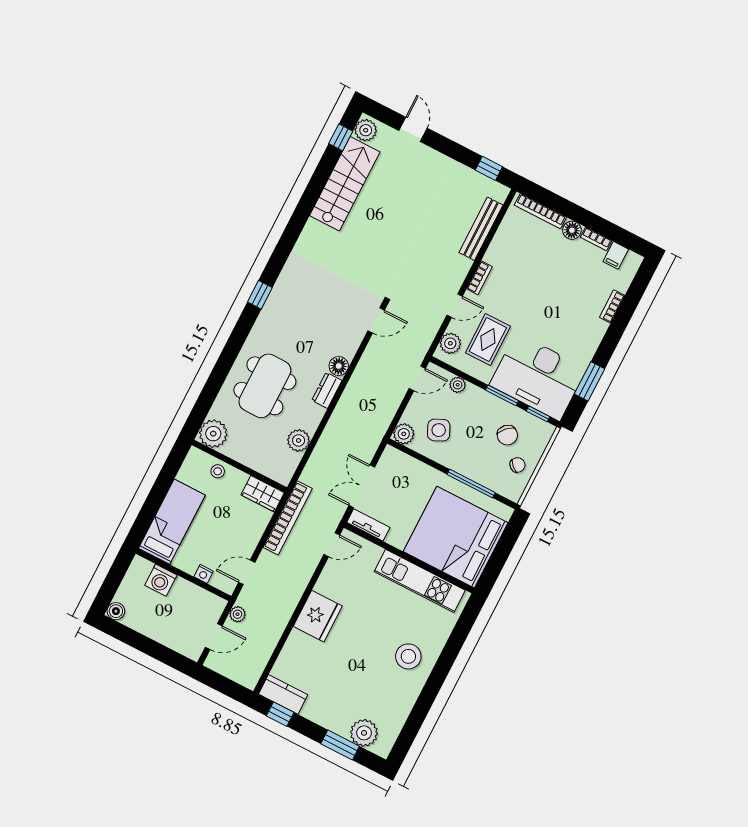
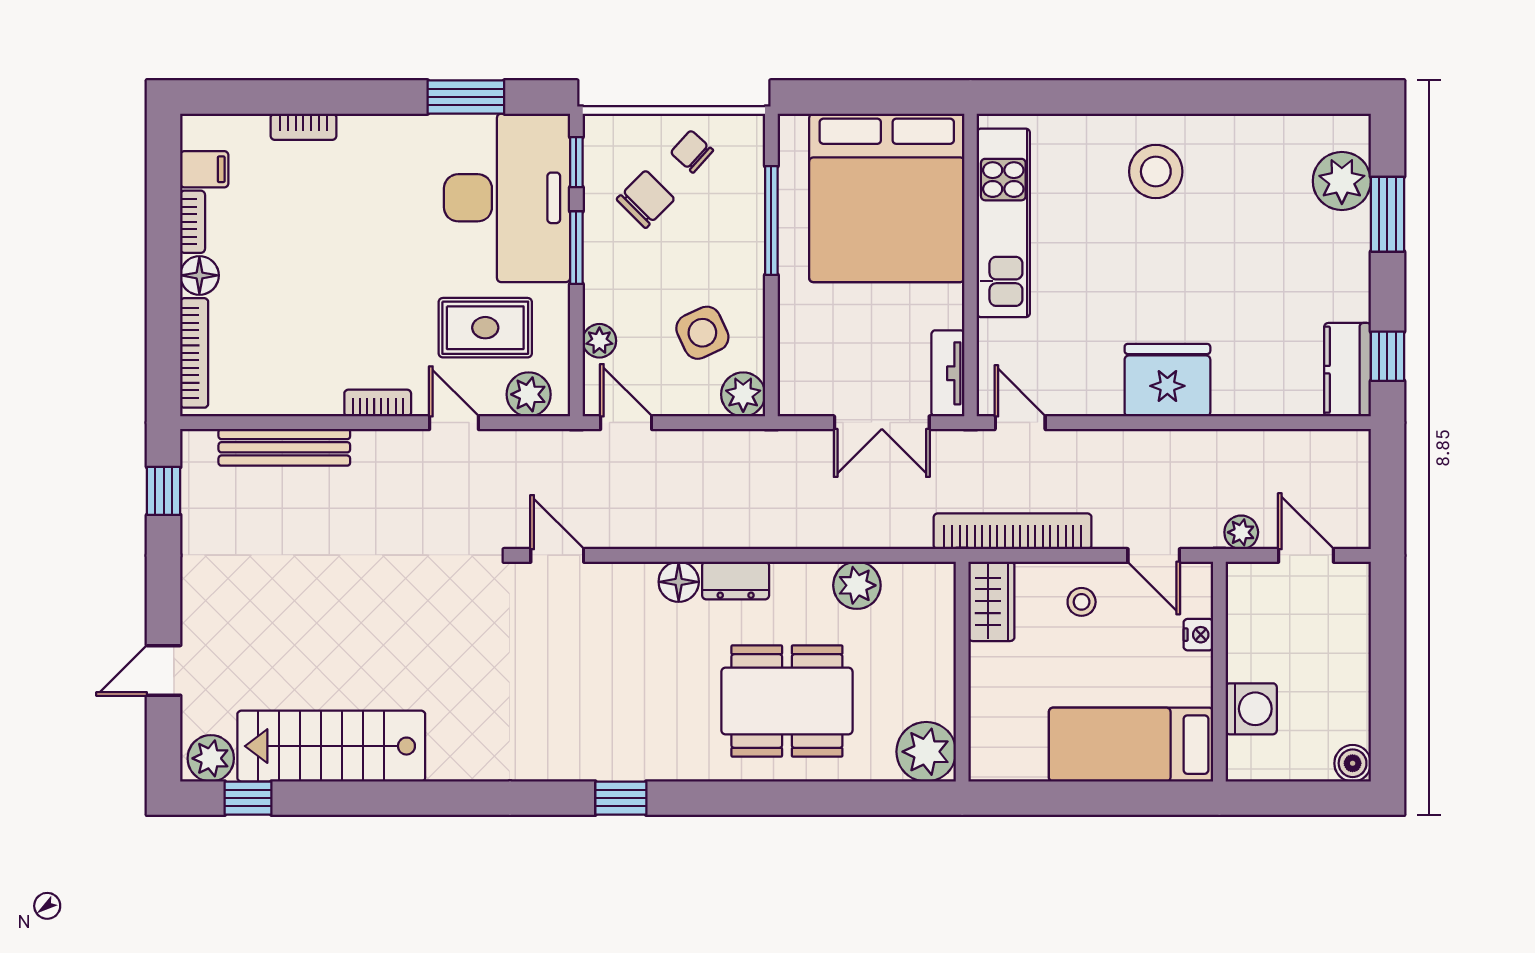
stool: (218, 471) -> (1082, 602), moved

